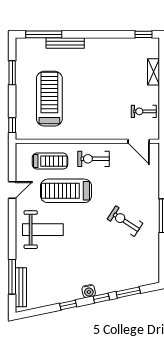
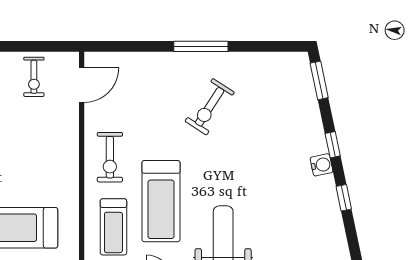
treadmill: (50, 161) -> (113, 227), turned 180
window: (128, 292) -> (319, 80), moved

